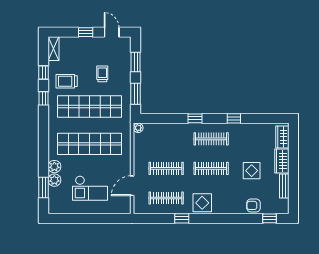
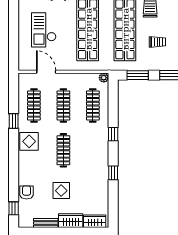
clothes rail: (211, 139) -> (93, 105), moved

